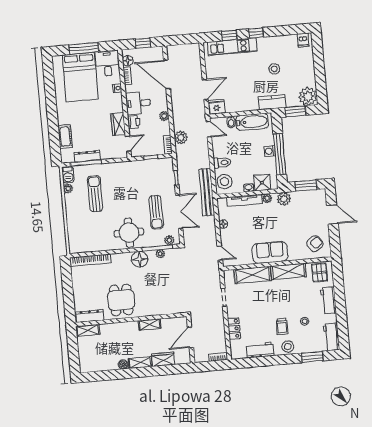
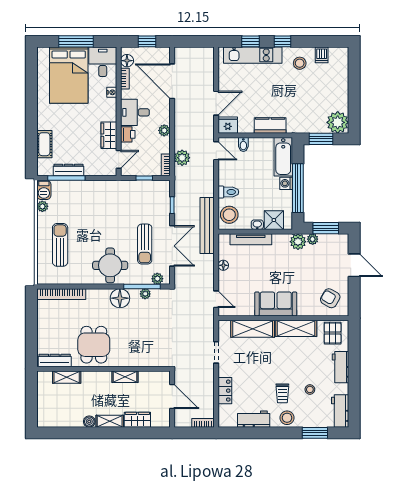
dishwasher: (303, 40) -> (322, 55), moved
stool: (274, 69) -> (300, 63), moved
kitchen counter: (272, 102) -> (270, 125), moved
bathtub: (252, 122) -> (283, 157), moved, turned 90
sun lounger: (95, 194) -> (60, 245), moved
plant: (267, 198) -> (313, 239), moved
armchair: (315, 244) -> (330, 298), turned -115
shelving: (88, 330) -> (67, 377), moved
door: (190, 337) -> (172, 396), swing flipped

